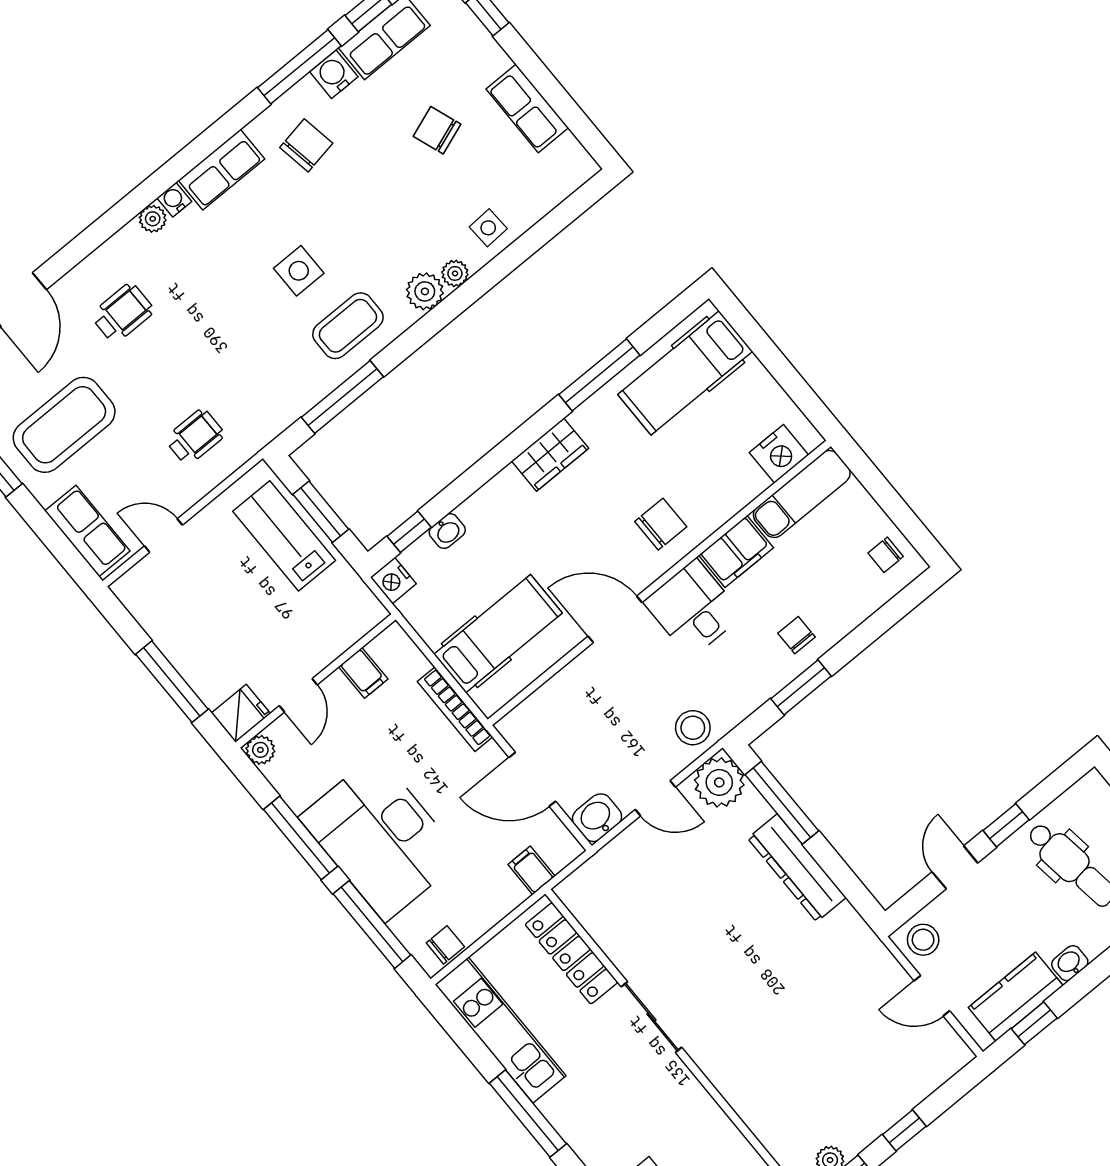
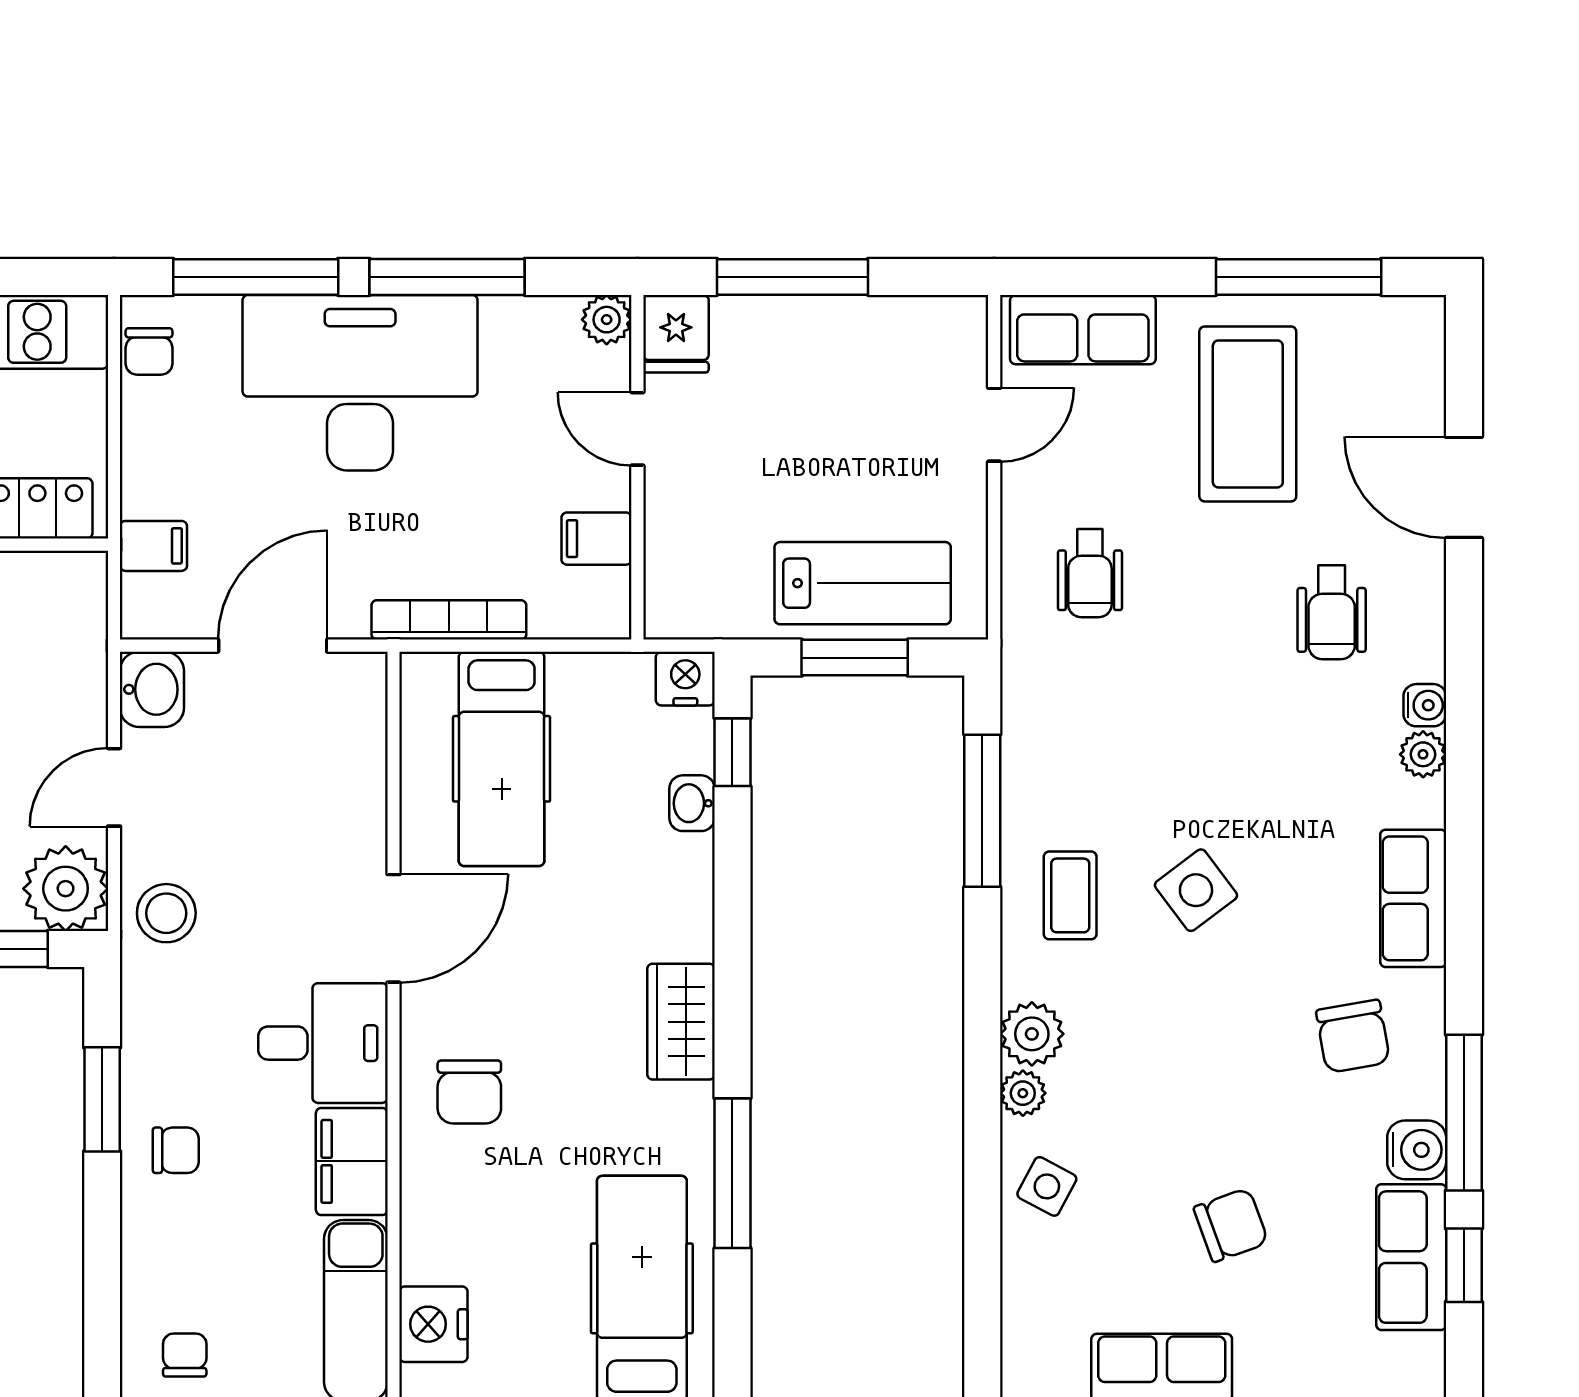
water cooler: (174, 200) -> (1425, 705), moved
side table: (488, 228) -> (1047, 1186), turned 31
side table: (299, 271) -> (1196, 890), turned -37
coffee table: (348, 326) -> (1070, 895), width x0.73, depth x0.77

